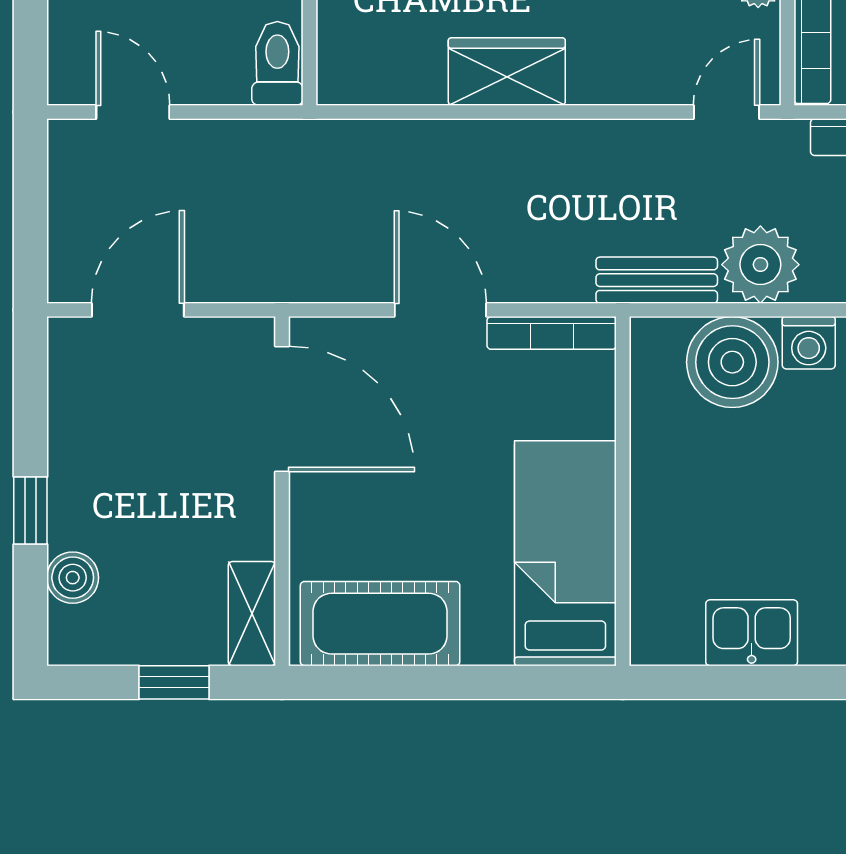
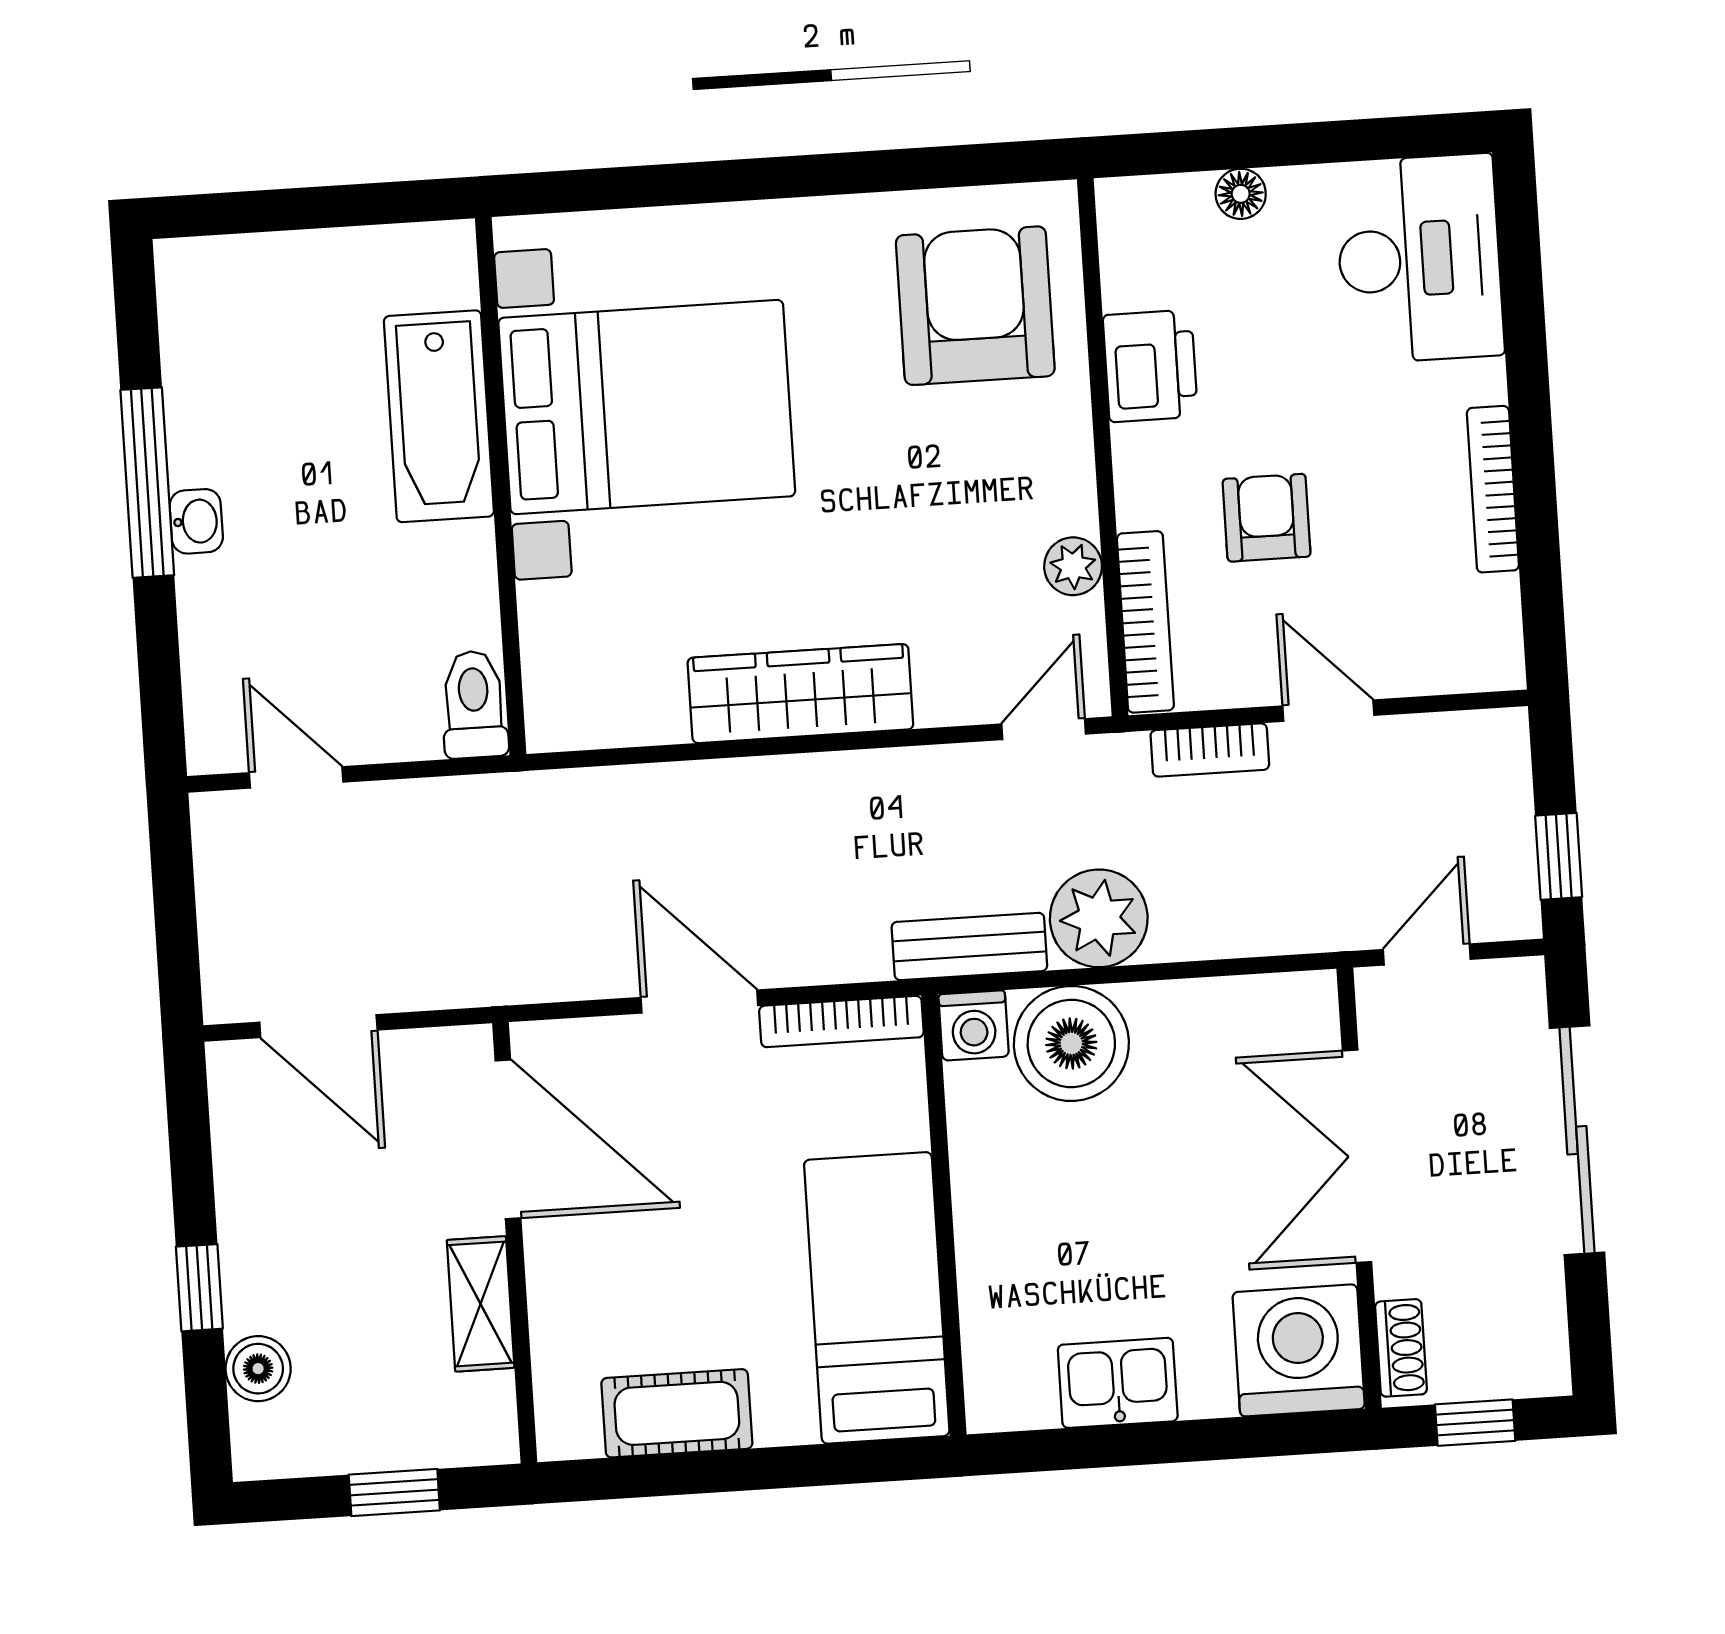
wardrobe: (507, 72) -> (800, 694), width x1.50
door: (138, 310) -> (318, 1026), swing flipped
washing machine: (809, 343) -> (974, 1025), moved
shelving: (252, 614) -> (481, 1304), moved
cot: (380, 624) -> (677, 1413), width x0.73, depth x0.75

